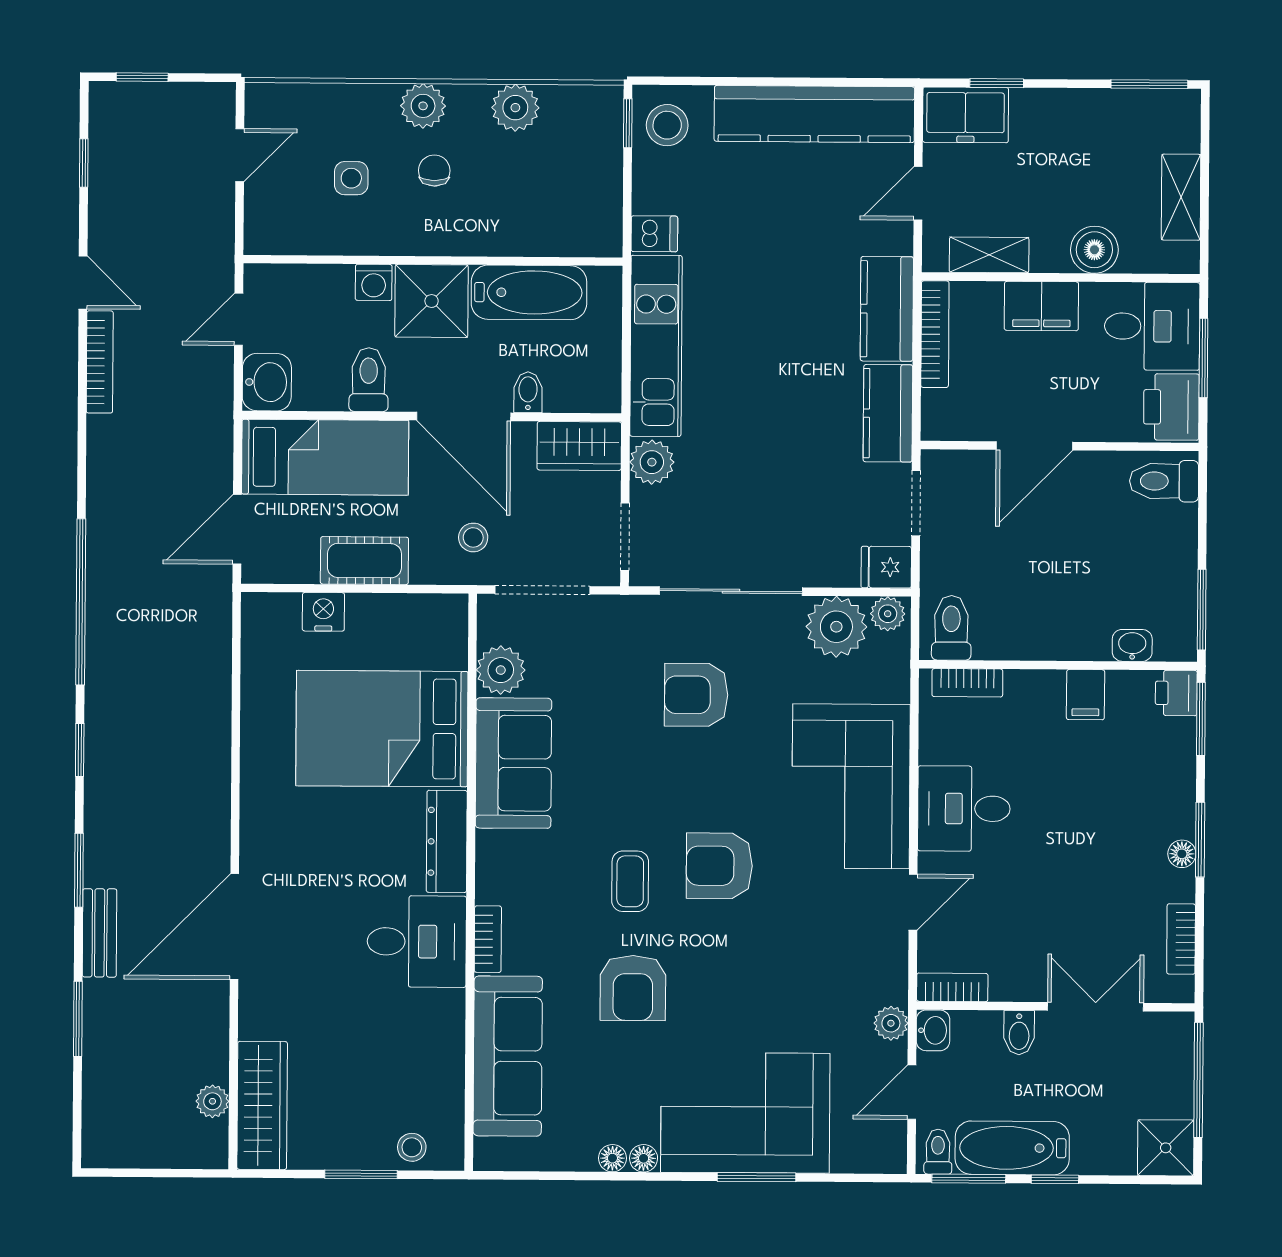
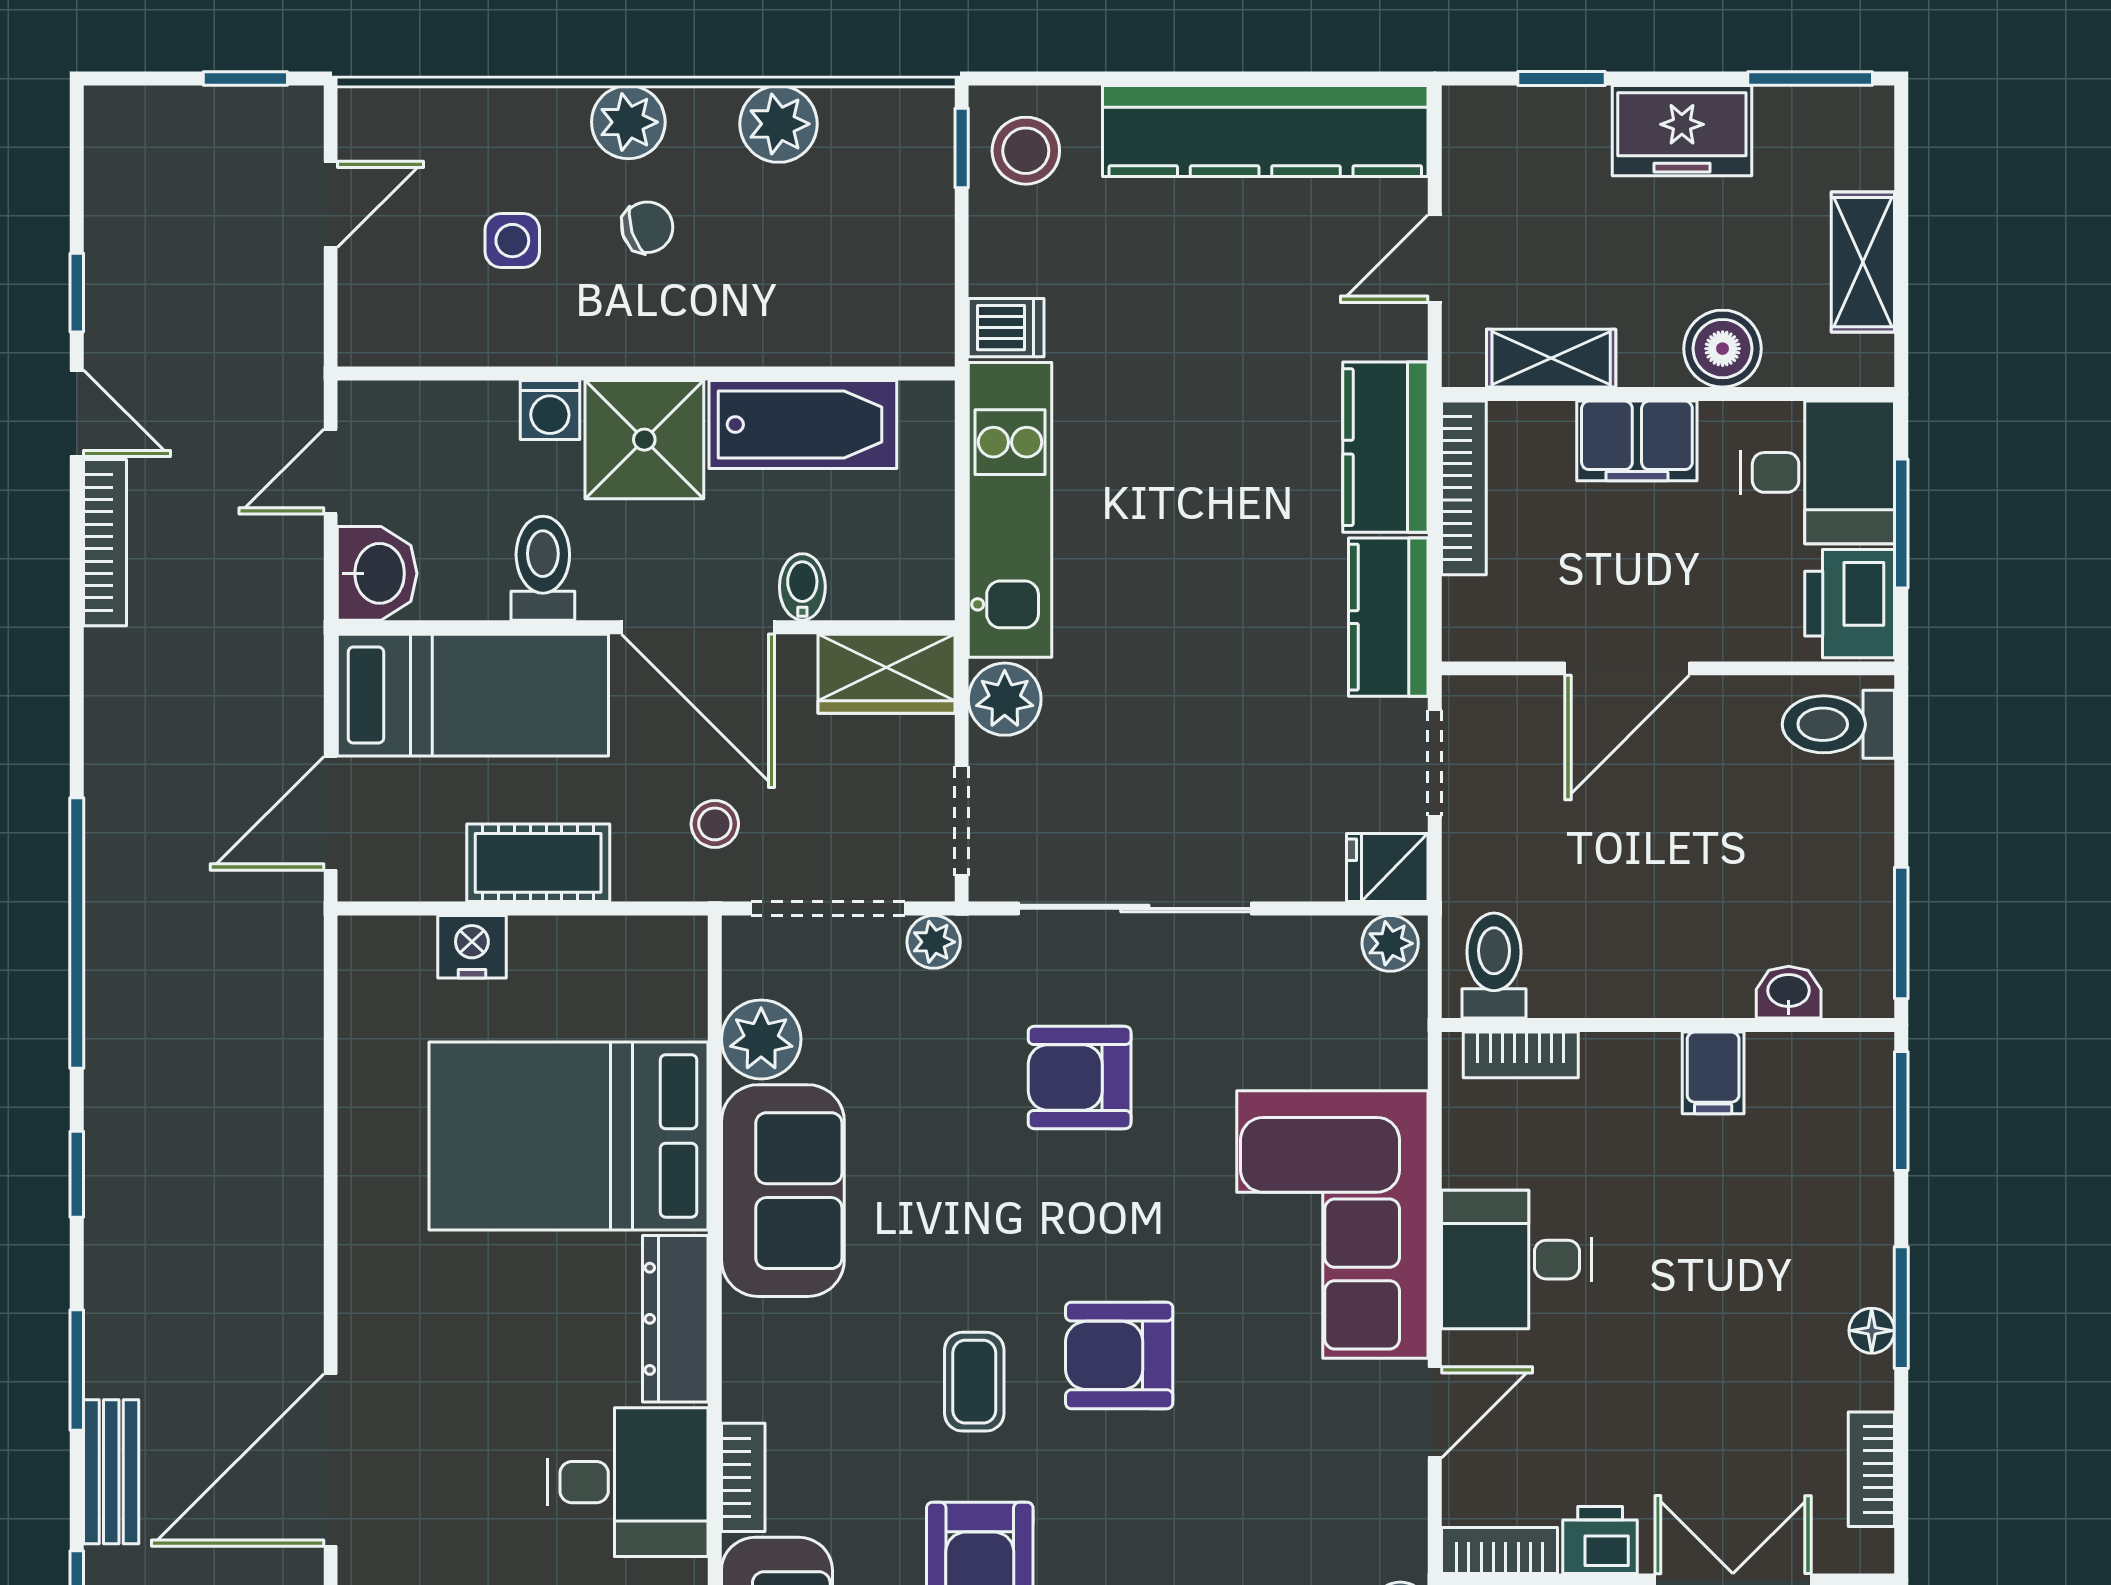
window: (142, 77) -> (245, 79), moved
freezer: (966, 115) -> (1682, 131), moved
window: (84, 163) -> (77, 293), moved
chair: (434, 171) -> (647, 227), turned 72
plant: (836, 627) -> (934, 942), moved, width x0.53, depth x0.53
printer: (1176, 693) -> (1600, 1540), moved, turned 90

